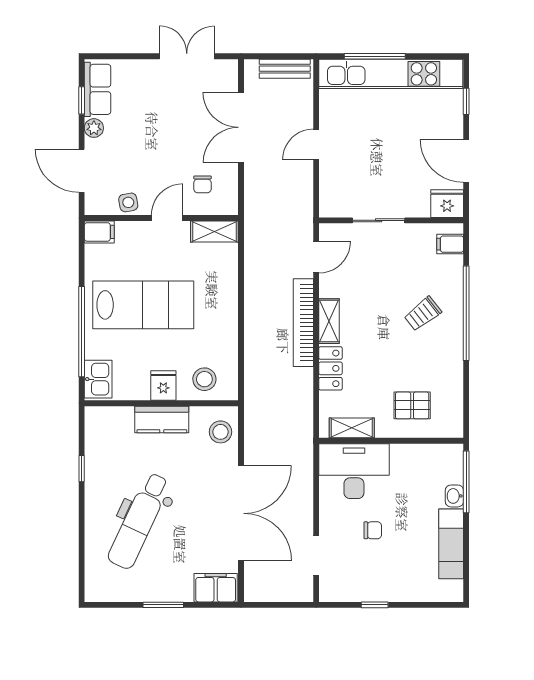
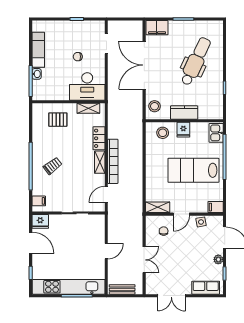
row of seats: (98, 89) -> (206, 288), moved, turned 90
double door: (241, 127) -> (144, 260), width x0.73

